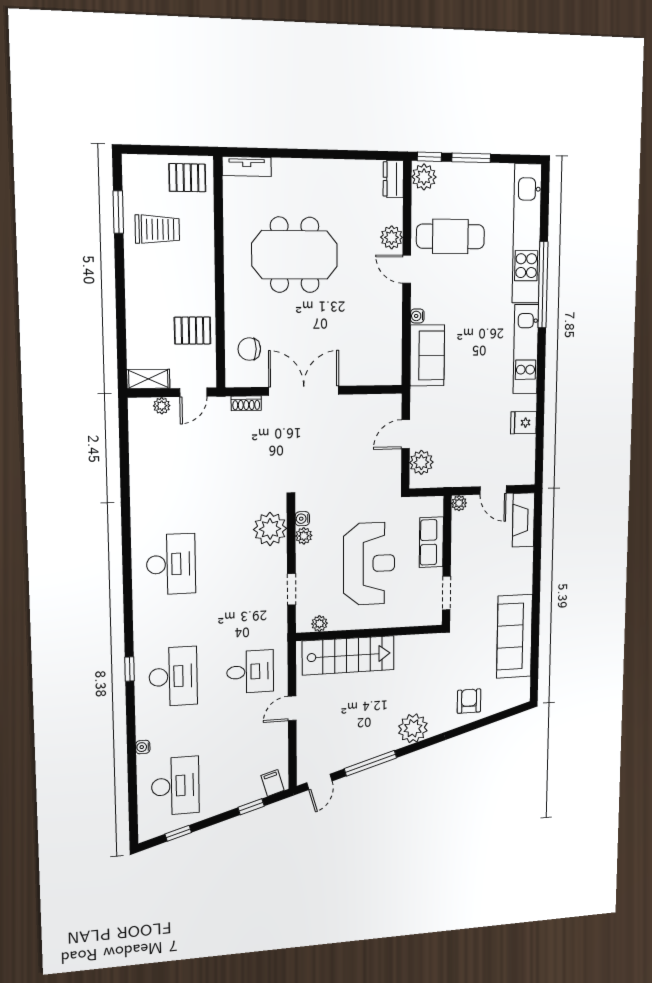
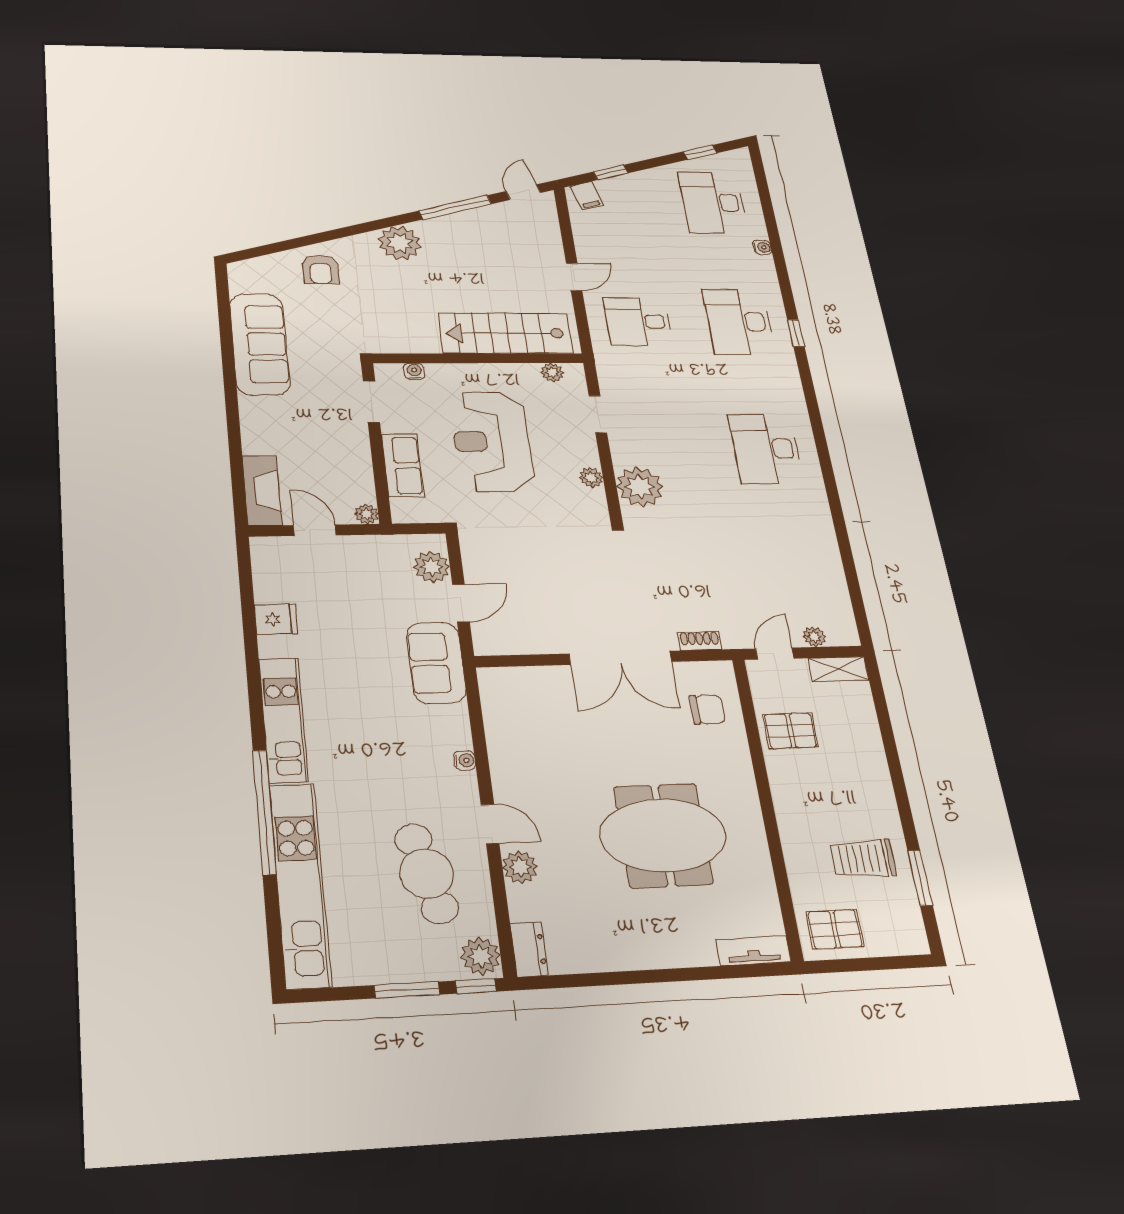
cafe table: (450, 236) -> (427, 873), turned 76
sofa: (427, 355) -> (436, 663), moved
water cooler: (302, 519) -> (414, 371), moved, turned -90

